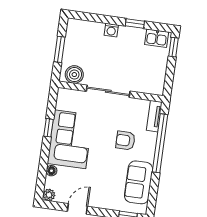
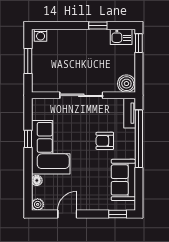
washing machine: (111, 30) -> (41, 35), moved
boiler: (74, 75) -> (126, 84), moved

